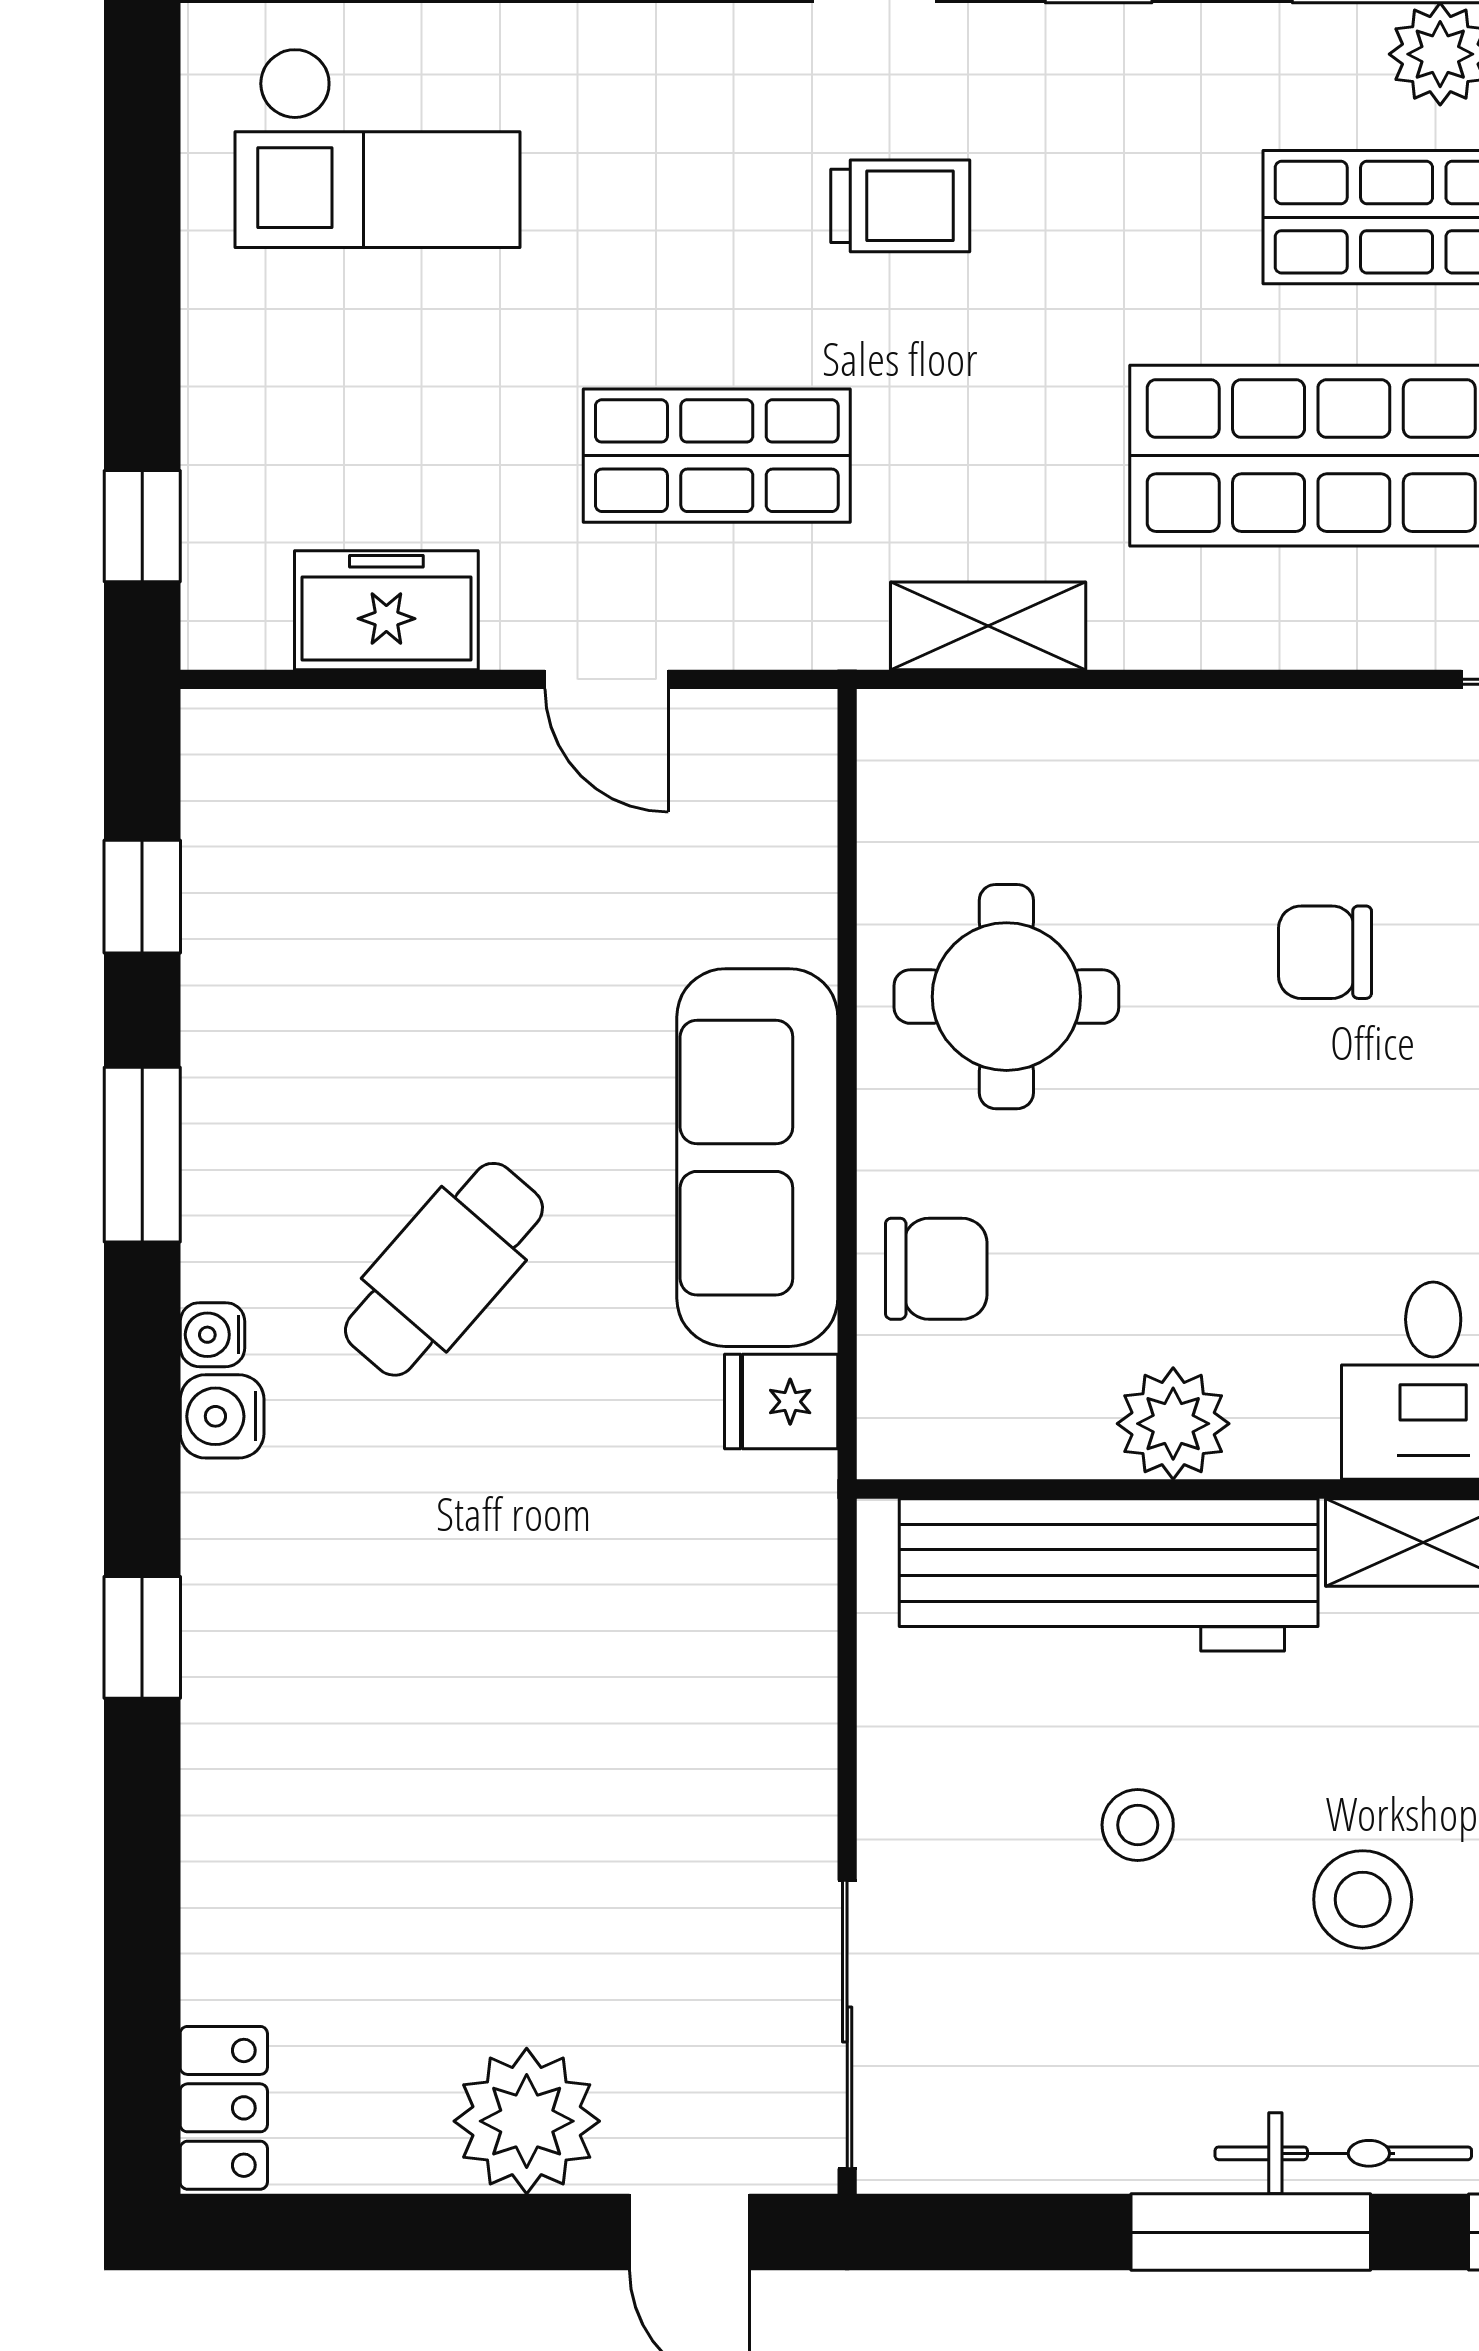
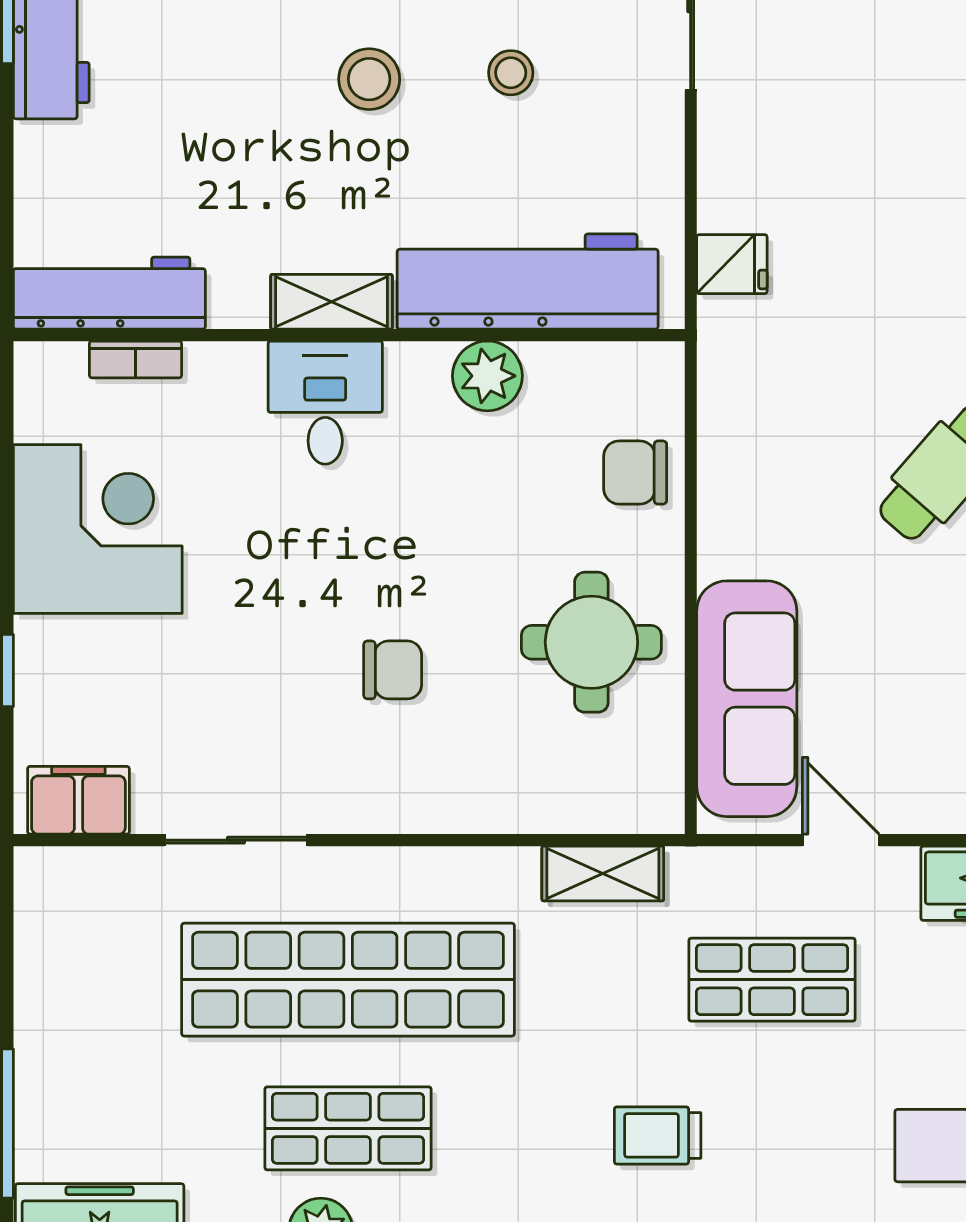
sofa: (757, 1158) -> (747, 699), moved
fridge: (781, 1402) -> (732, 264), moved
stool: (1138, 1825) -> (511, 73), moved

